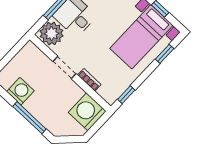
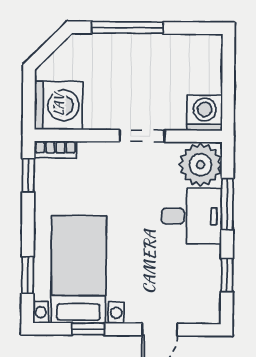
bookcase: (89, 80) -> (55, 149), moved
washing machine: (20, 91) -> (205, 113), moved, turned 180

